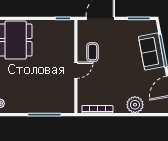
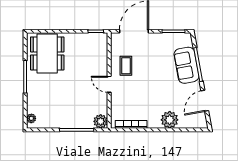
door: (76, 70) -> (109, 84), swing flipped
plant: (68, 106) -> (101, 121), added

